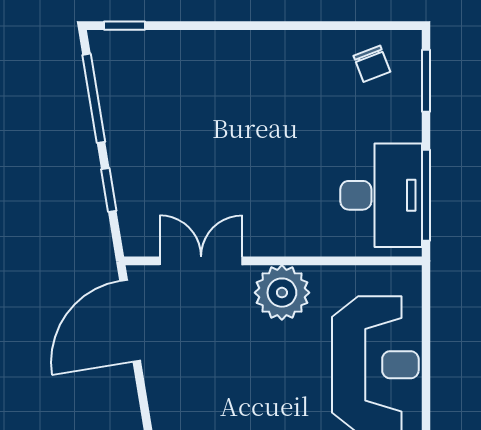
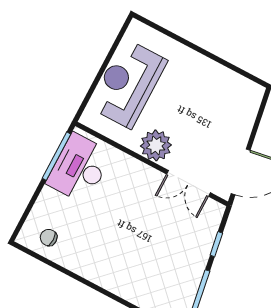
chair: (372, 64) -> (49, 238), turned -69
window: (426, 81) -> (26, 214), removed

